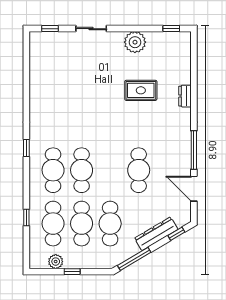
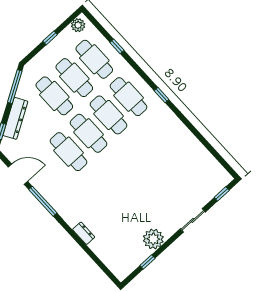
window: (171, 29) -> (147, 262), moved
rug: (141, 90) -> (118, 209), removed
cafe table: (110, 170) -> (89, 133), added
plant: (56, 262) -> (78, 25), moved

